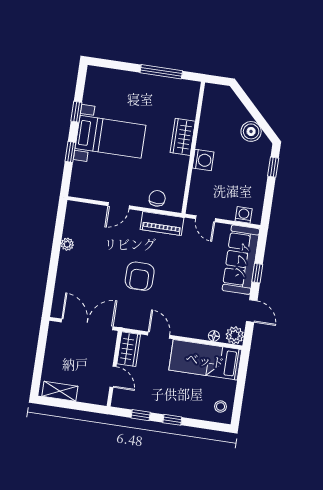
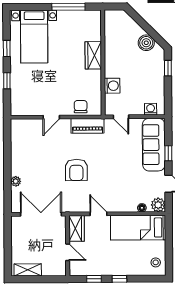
bed with nightstands: (110, 137) -> (34, 37), moved, turned 90
washing machine: (203, 160) -> (112, 86), moved
plant: (67, 244) -> (16, 181), moved

